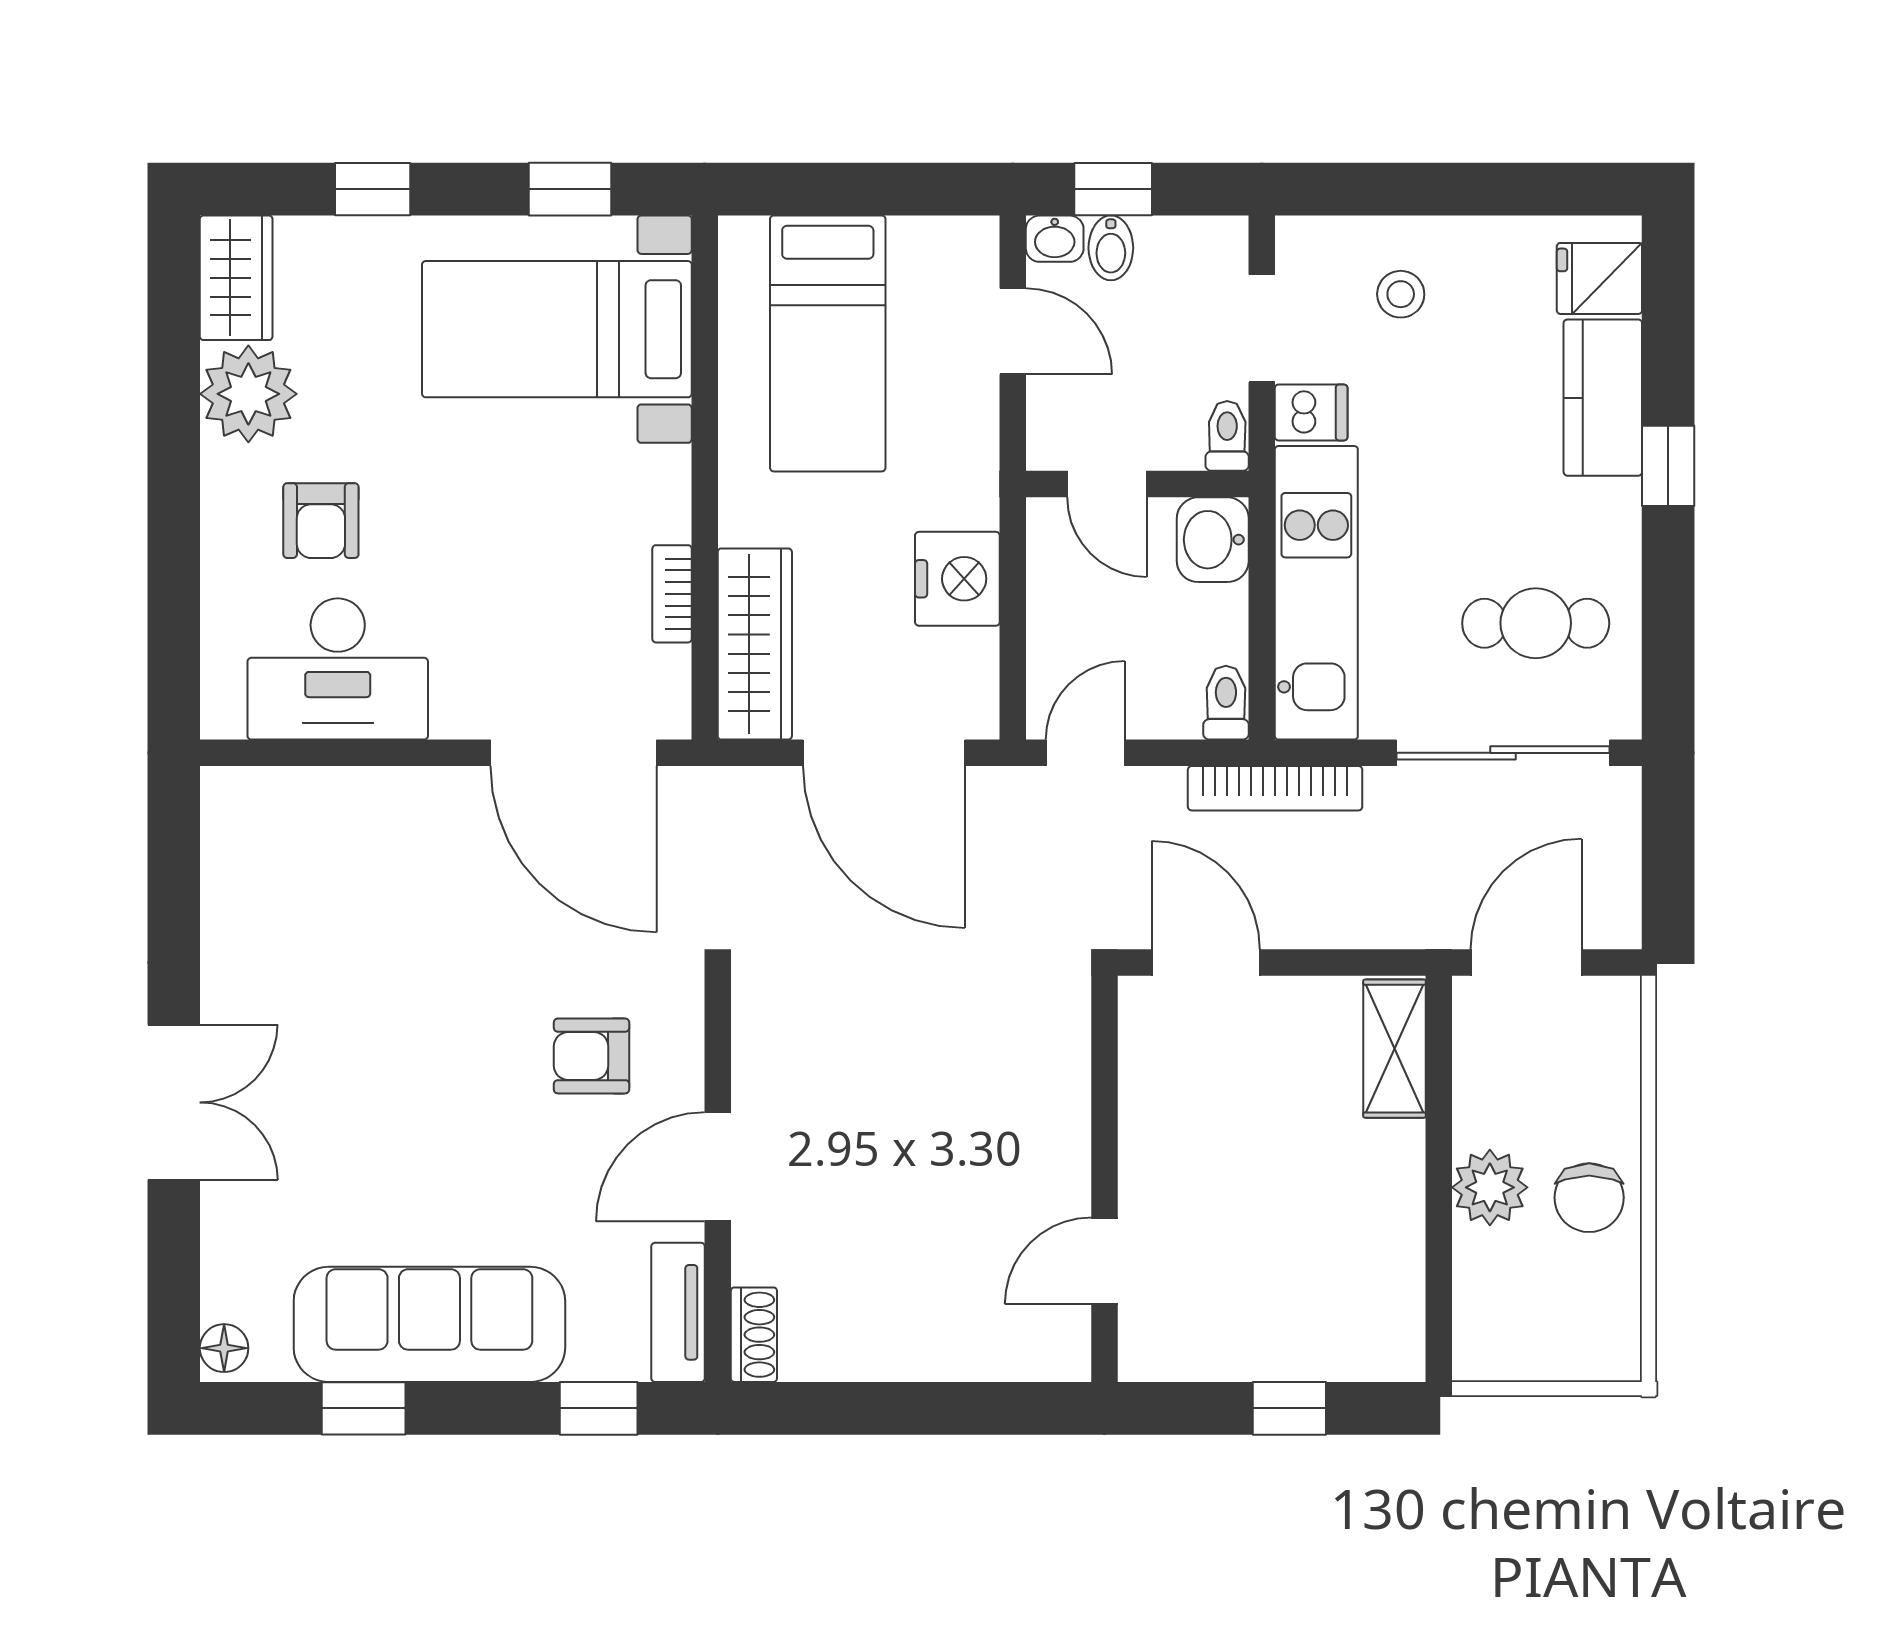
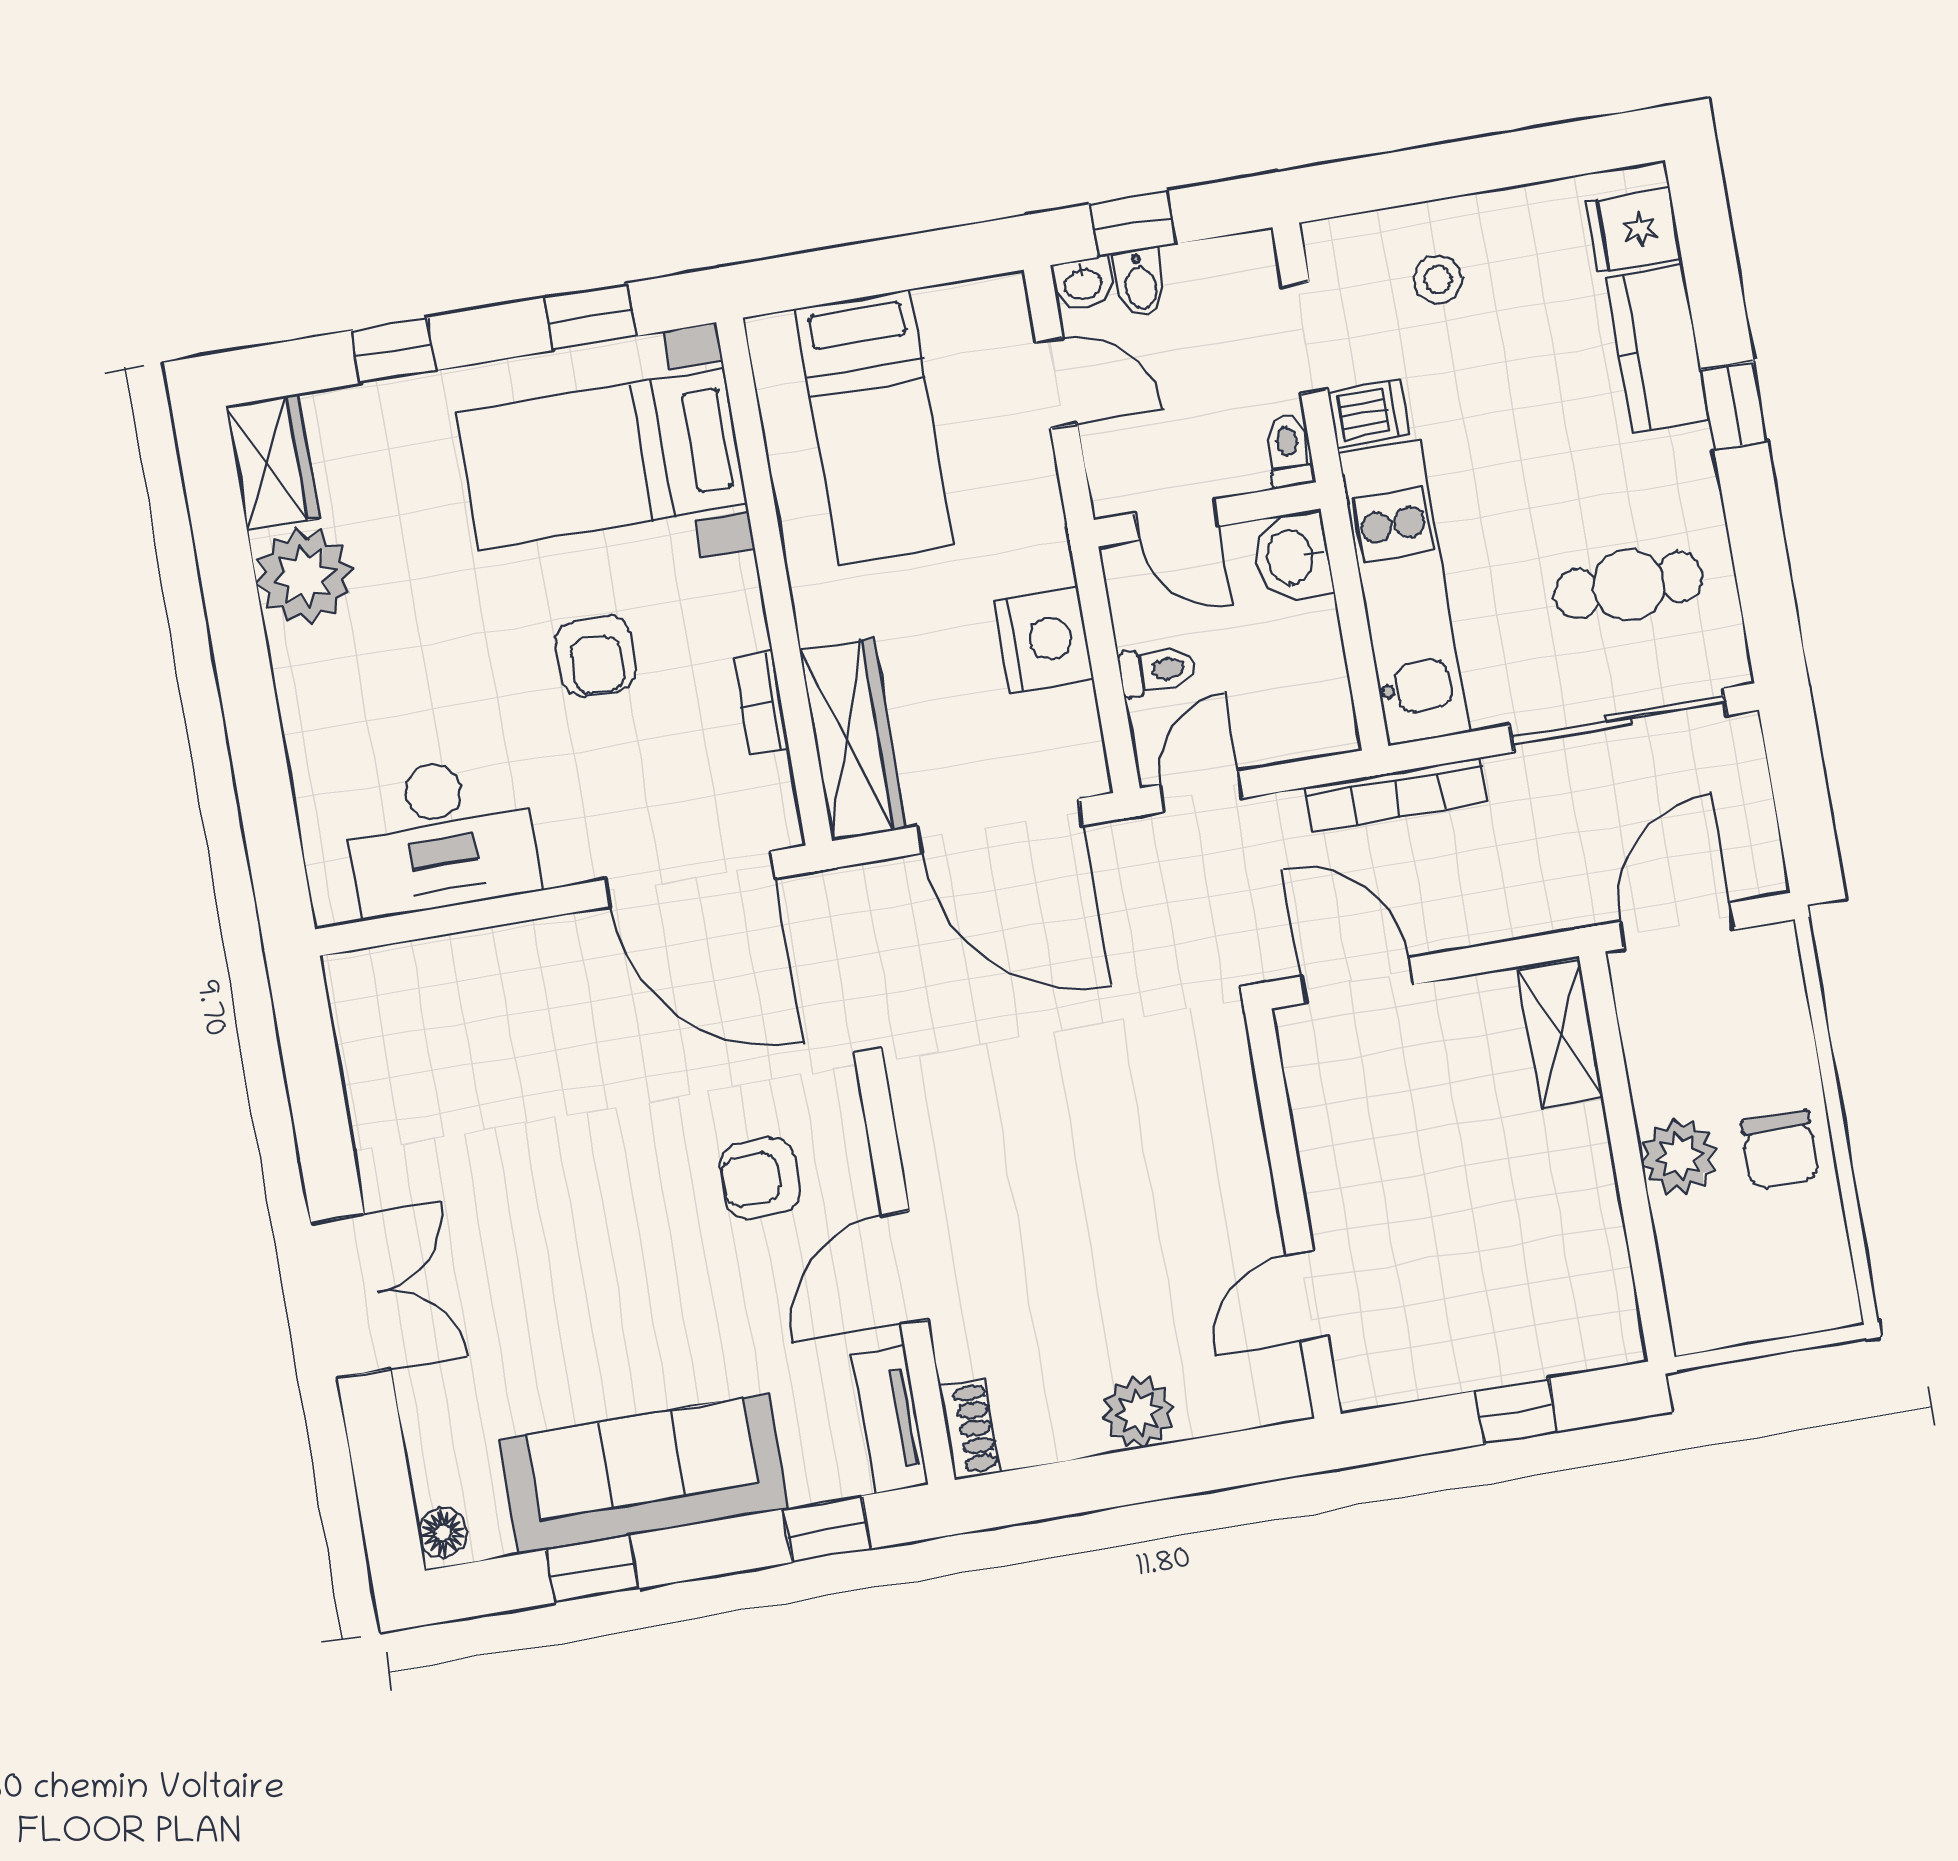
armchair: (321, 521) -> (596, 656), moved
toilet: (1226, 703) -> (1157, 670), moved, turned 90
plant: (921, 1346) -> (1138, 1412), added

